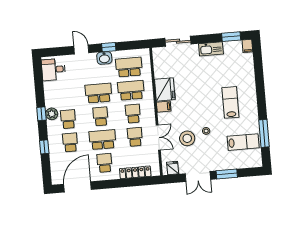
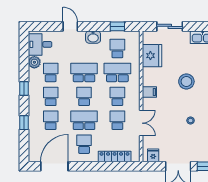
window: (109, 47) -> (117, 26), moved
school desk: (129, 67) -> (117, 49), width x0.54
fridge: (165, 89) -> (152, 56), moved
school desk: (66, 96) -> (51, 72), added
plant: (52, 114) -> (34, 62), moved
stool: (187, 138) -> (186, 81), moved

